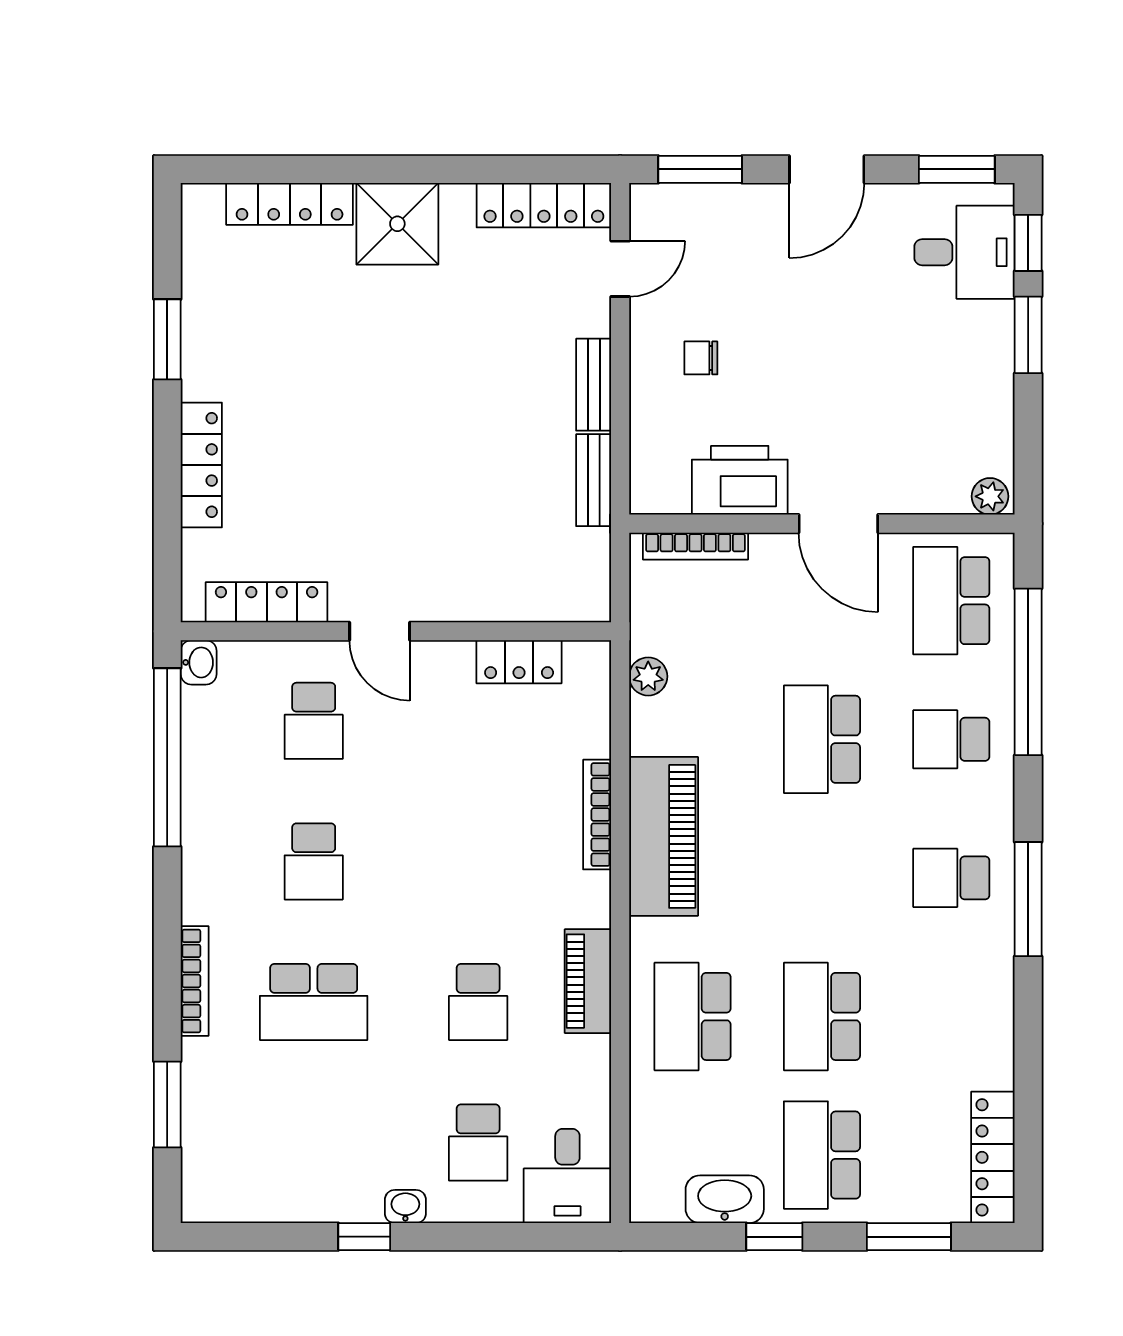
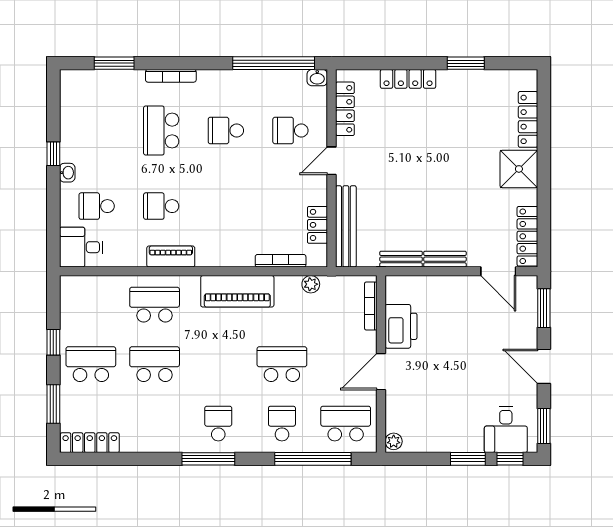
door: (620, 269) -> (498, 271), width x1.38
chair: (701, 358) -> (457, 308), removed
bench: (522, 600) -> (346, 226), added
bookcase: (597, 815) -> (281, 261), moved
washbasin: (725, 1199) -> (71, 319), removed

